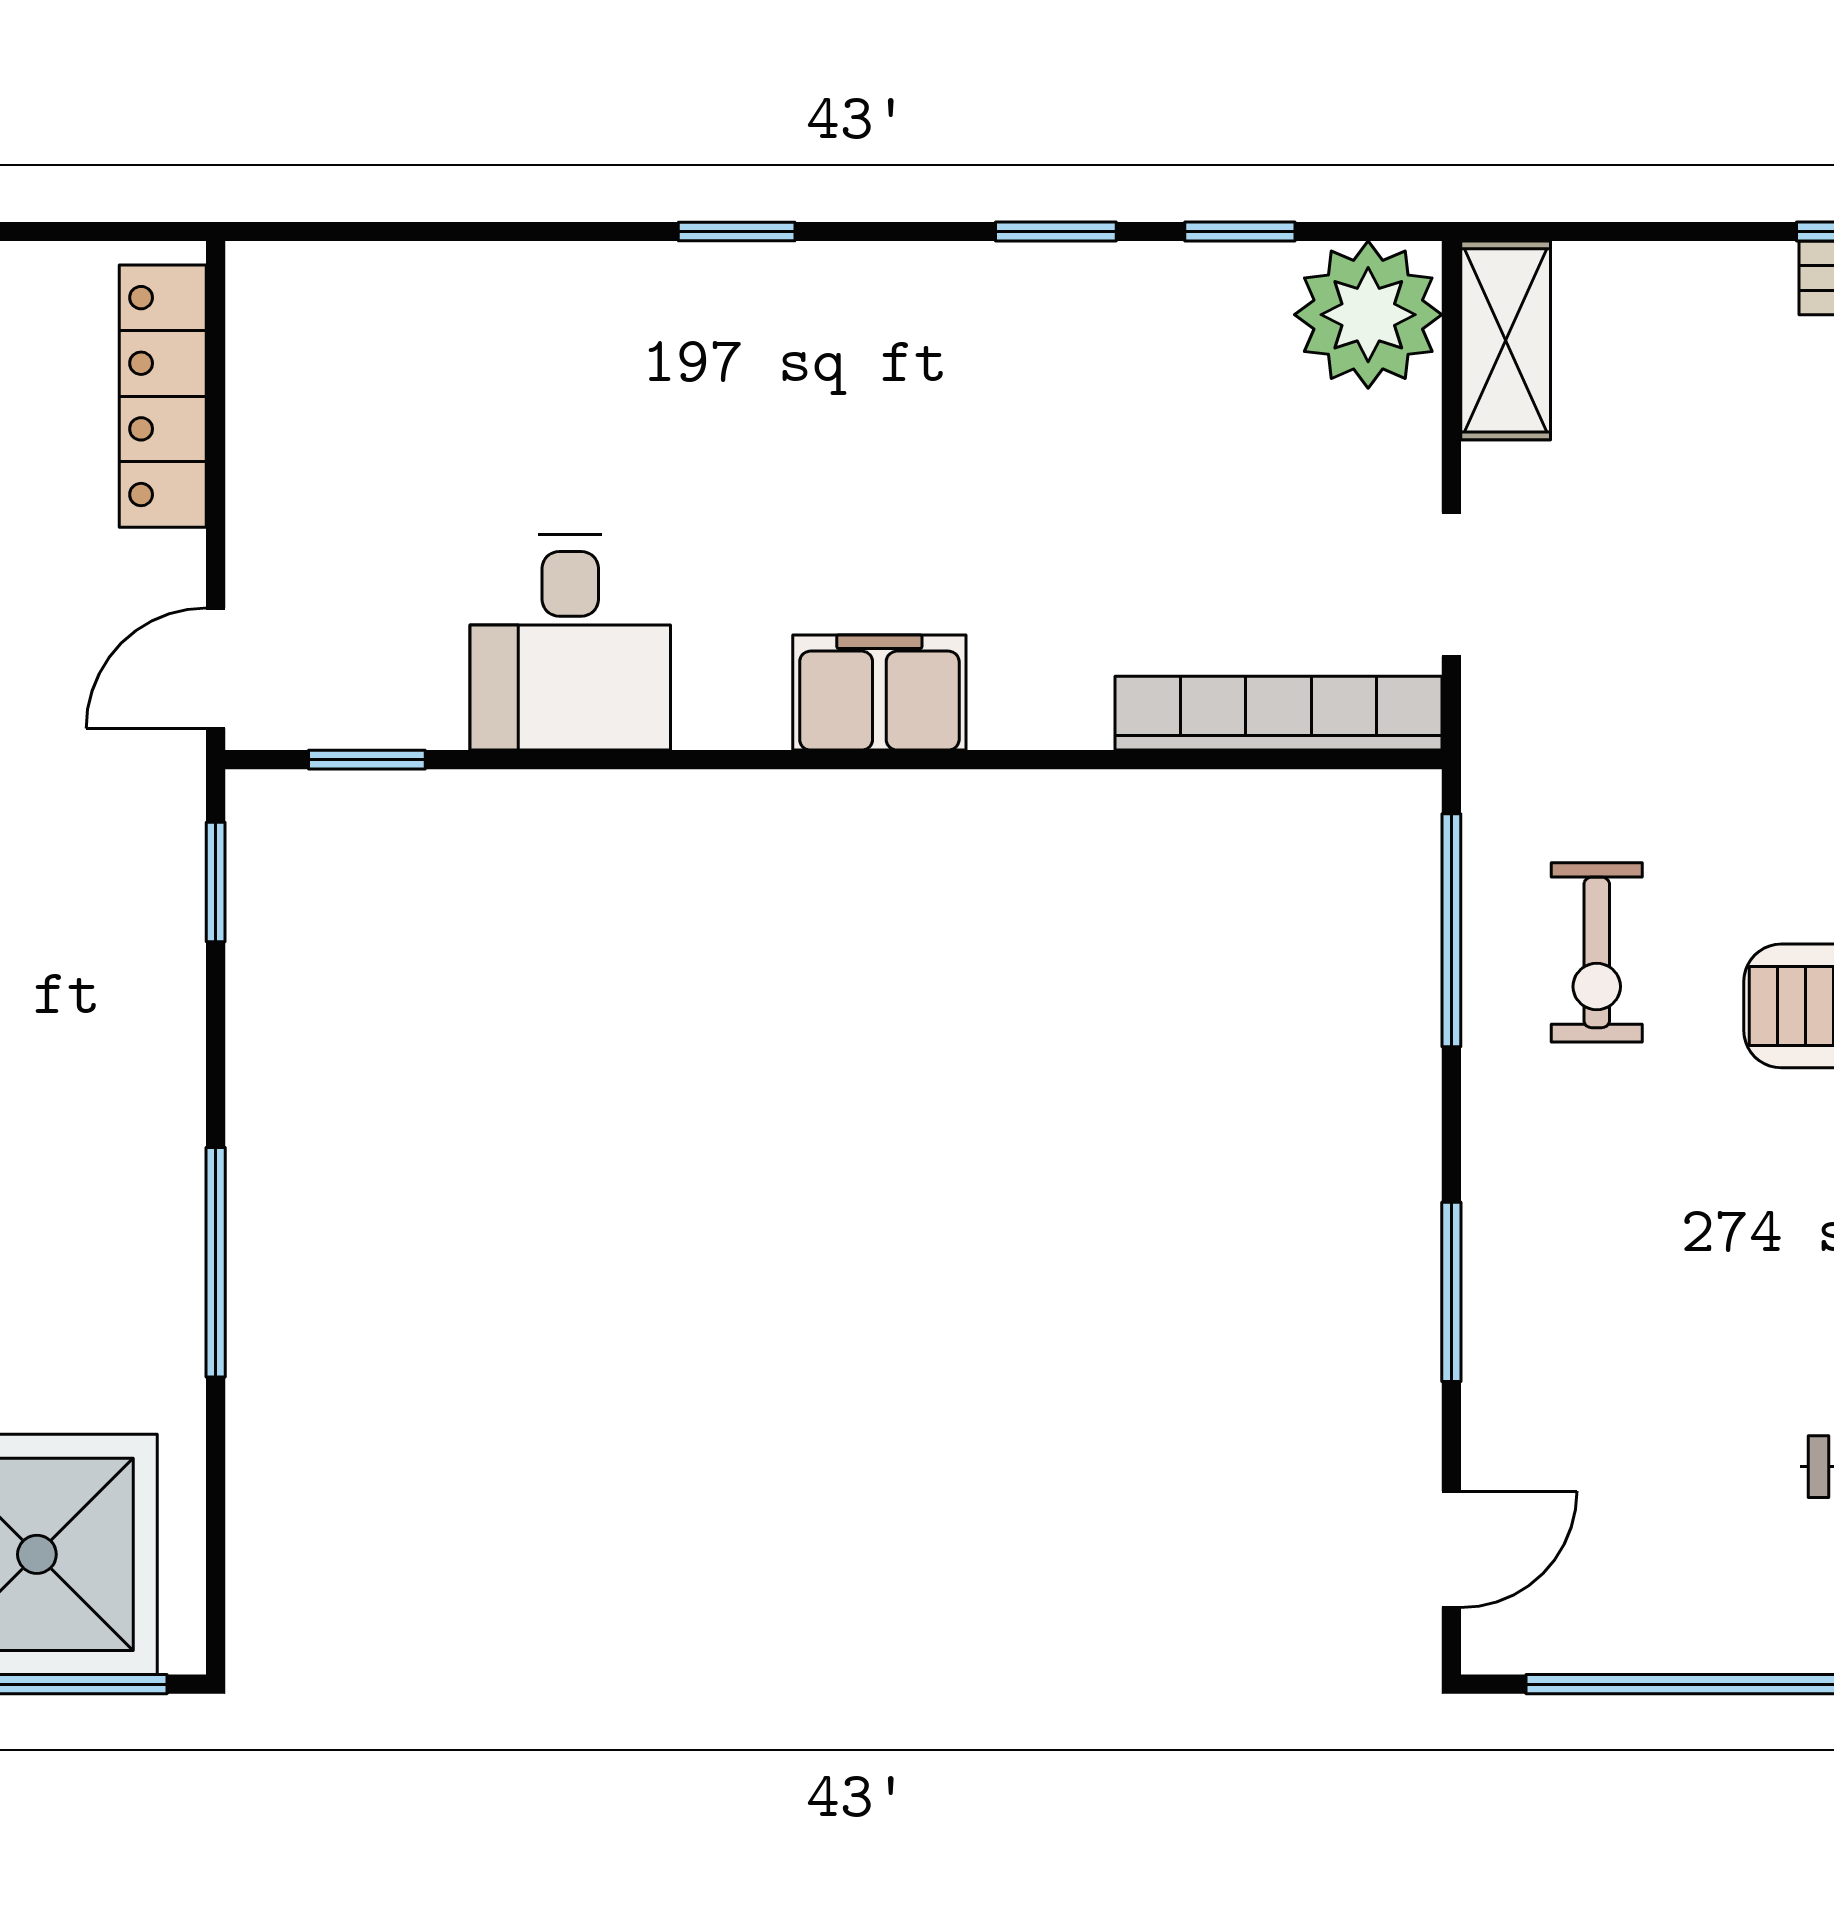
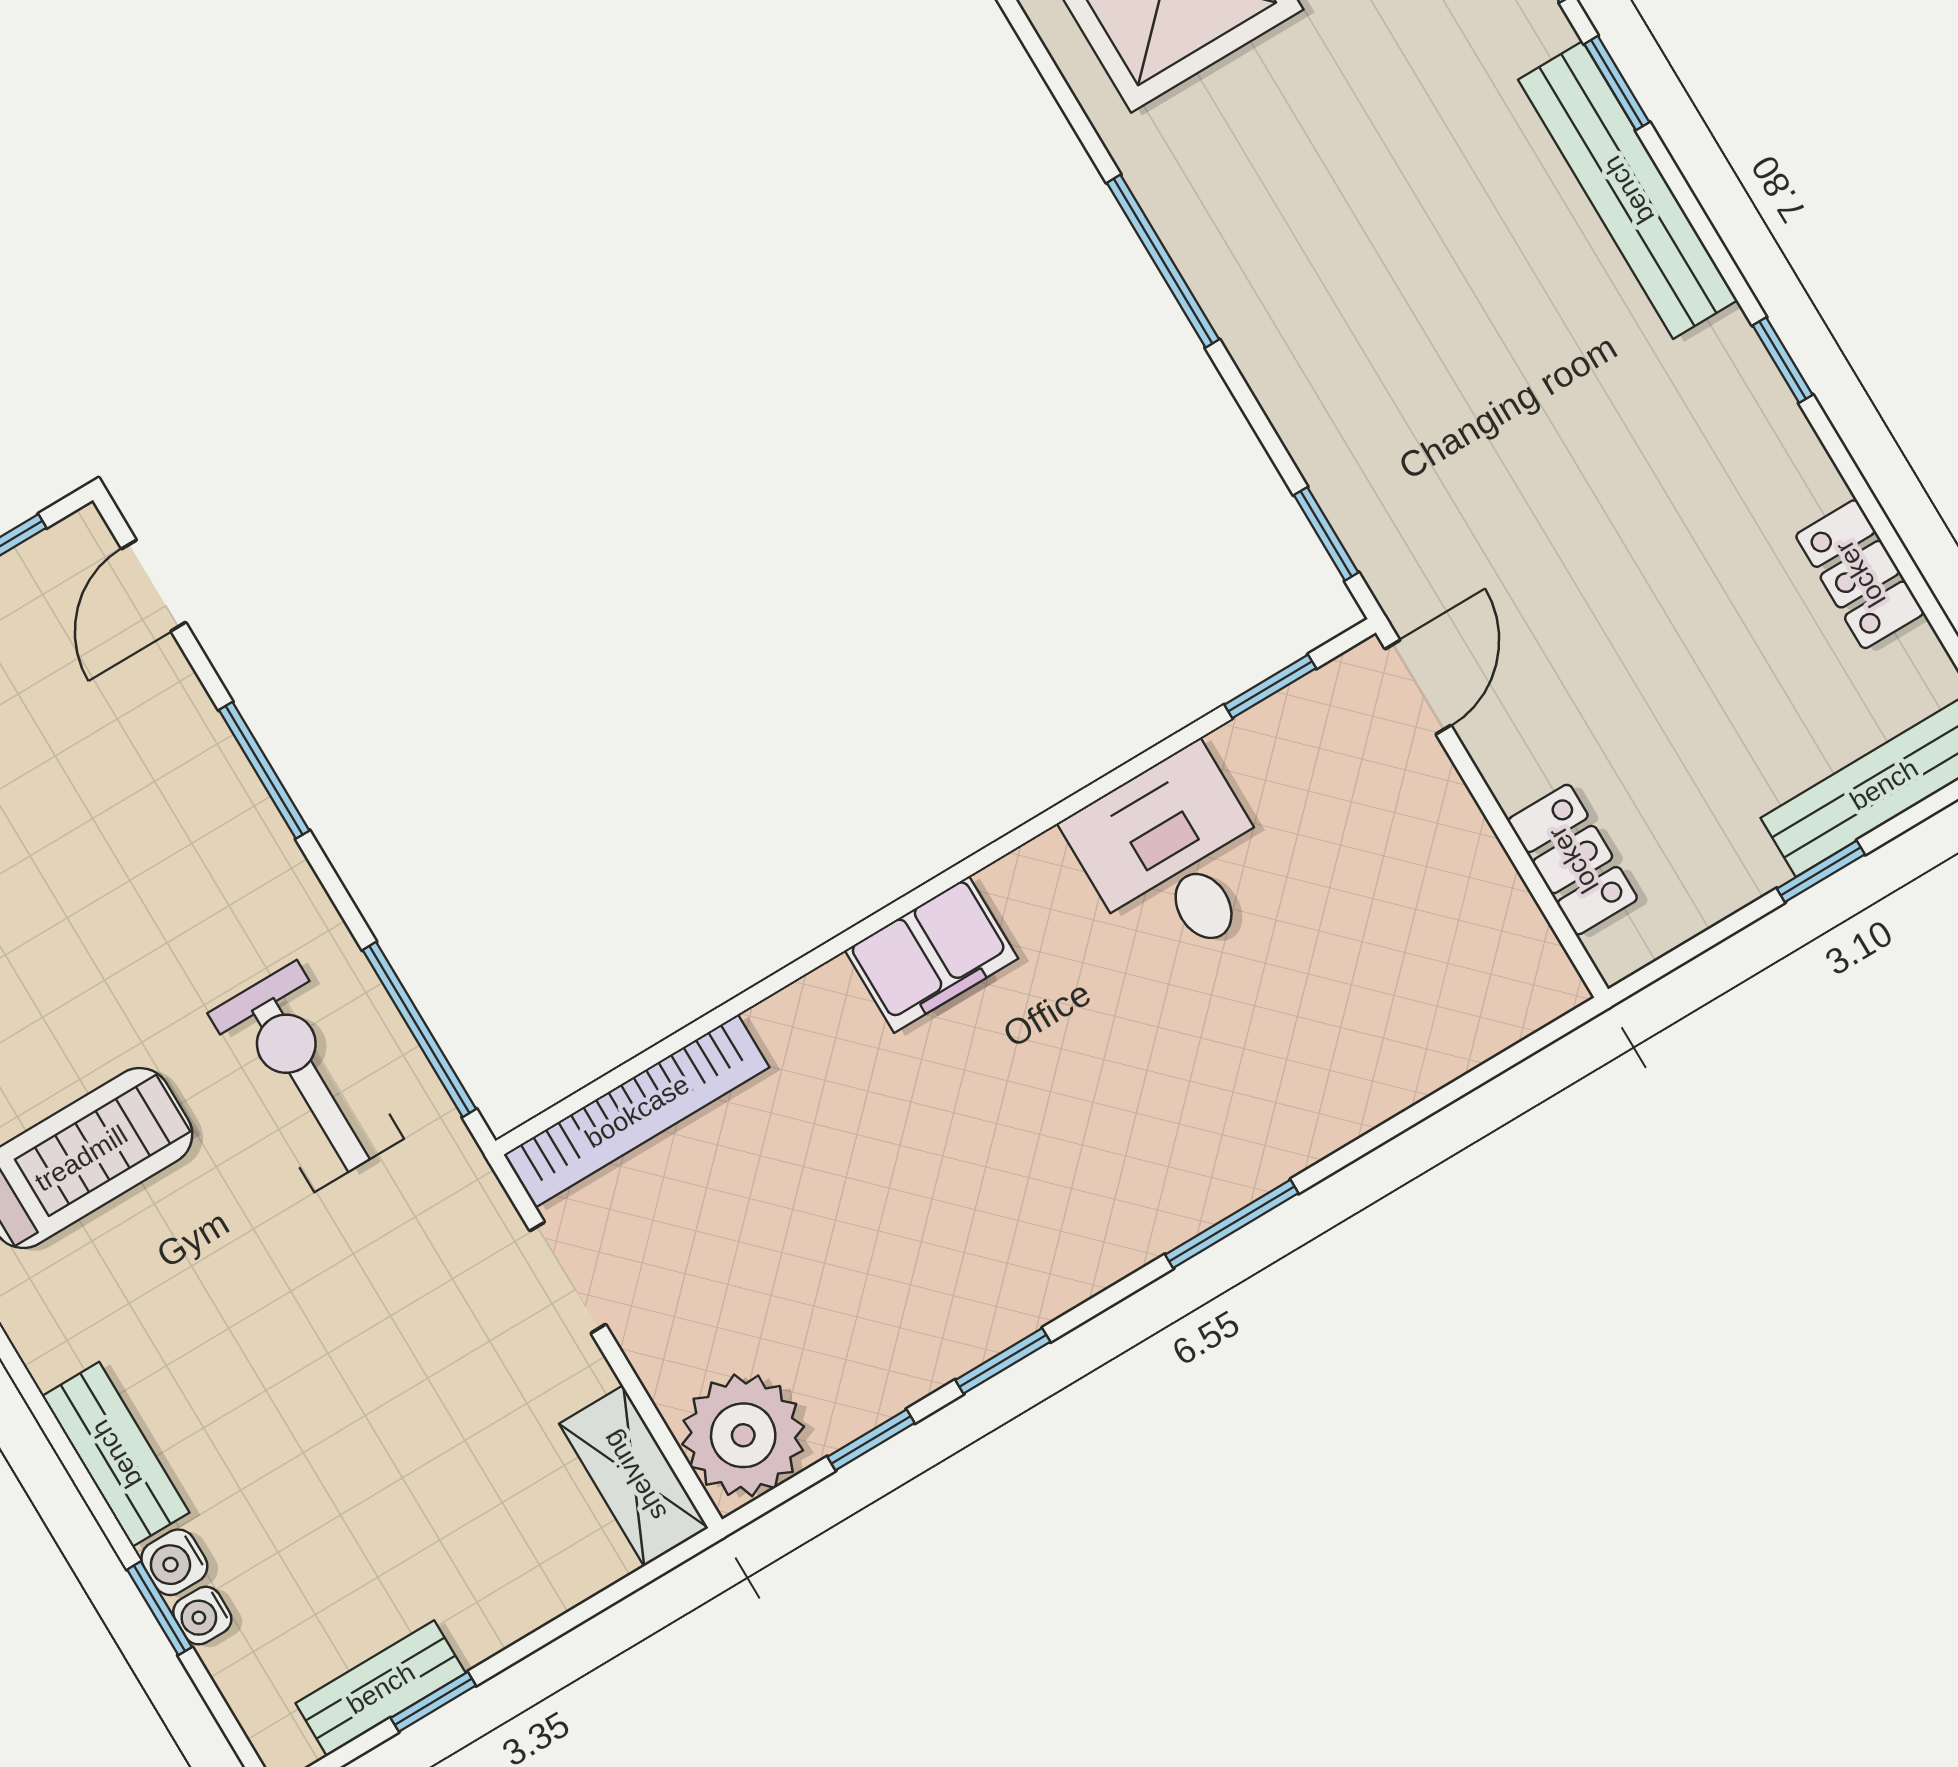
window: (737, 231) -> (1232, 1224), width x1.50
locker: (163, 396) -> (1573, 860), width x0.66
exercise bike: (1597, 952) -> (306, 1076), width x1.38, depth x1.39

